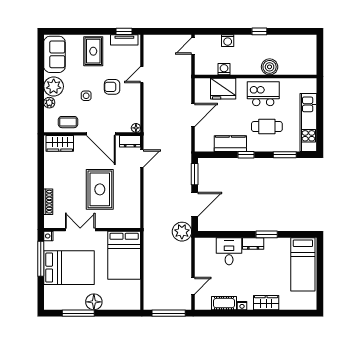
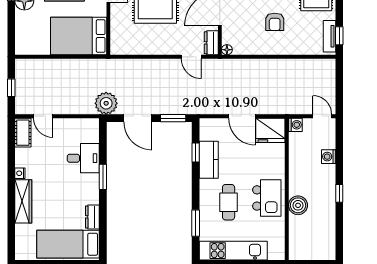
washing machine: (224, 69) -> (295, 125), moved
door: (142, 75) -> (289, 57), removed
armchair: (112, 87) -> (275, 22), turned 180
fridge: (223, 89) -> (270, 130), moved, turned -90
window: (246, 155) -> (196, 153), moved
window: (267, 234) -> (103, 177), moved
dresser: (253, 243) -> (92, 217), moved
cot: (224, 303) -> (23, 133), moved
wardrobe: (266, 303) -> (23, 201), width x1.50
window: (169, 313) -> (11, 88), width x0.46

